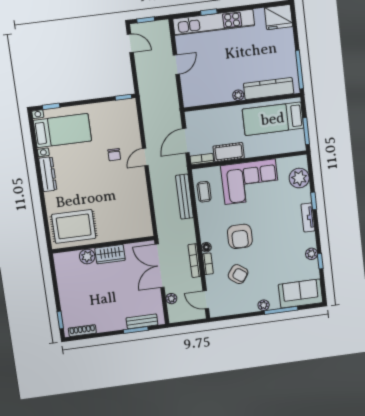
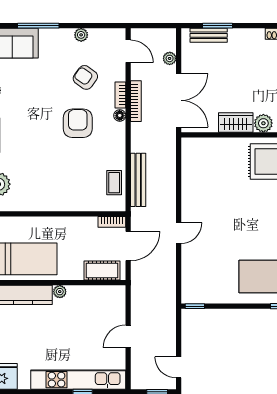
cot: (229, 152) -> (102, 270), moved
chair: (114, 155) -> (215, 240), removed
corner sofa: (250, 182) -> (58, 188), removed
plant: (264, 305) -> (81, 35), moved

